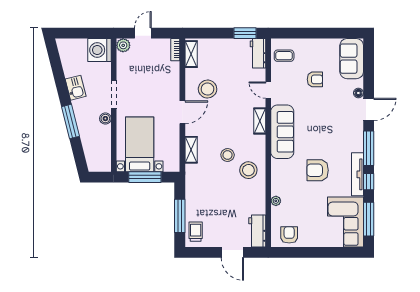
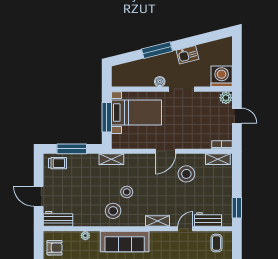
workbench: (258, 53) -> (208, 219), moved
door: (182, 112) -> (165, 151), hinge flipped
sofa: (282, 132) -> (125, 241), moved
shelving: (191, 150) -> (111, 159), moved
door: (232, 252) -> (39, 196), hinge flipped

